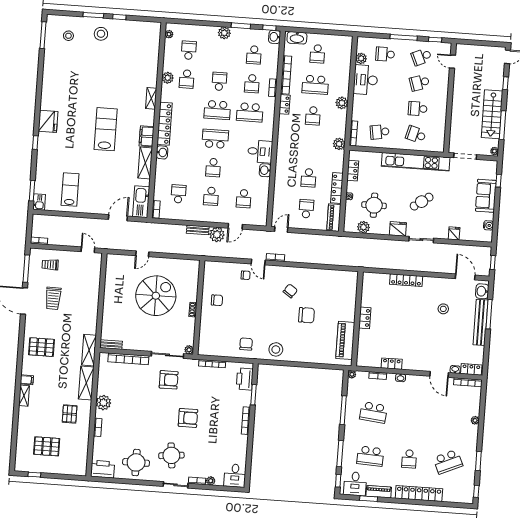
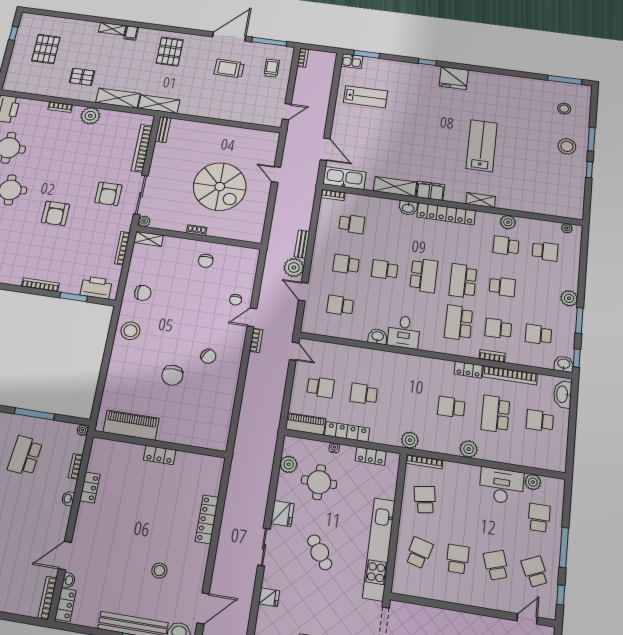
lab bench: (106, 129) -> (482, 146), moved, turned -90
shelving: (203, 345) -> (149, 239), added

